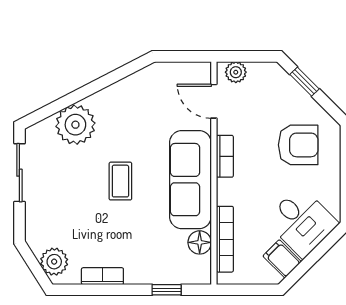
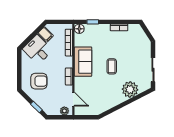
armchair: (298, 145) -> (39, 81), turned 180
sofa: (190, 180) -> (83, 62), width x0.73
floor lamp: (200, 242) -> (79, 29), moved
plant: (54, 262) -> (139, 33), removed

